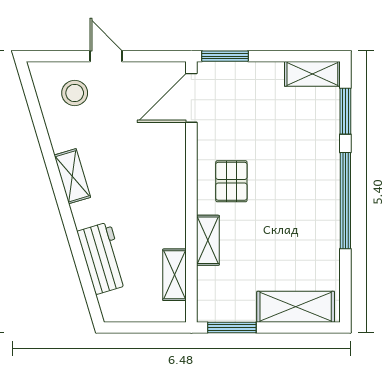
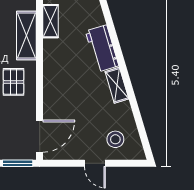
shelving: (208, 240) -> (26, 35), width x1.50, depth x1.33
workbench: (103, 258) -> (102, 48), moved

